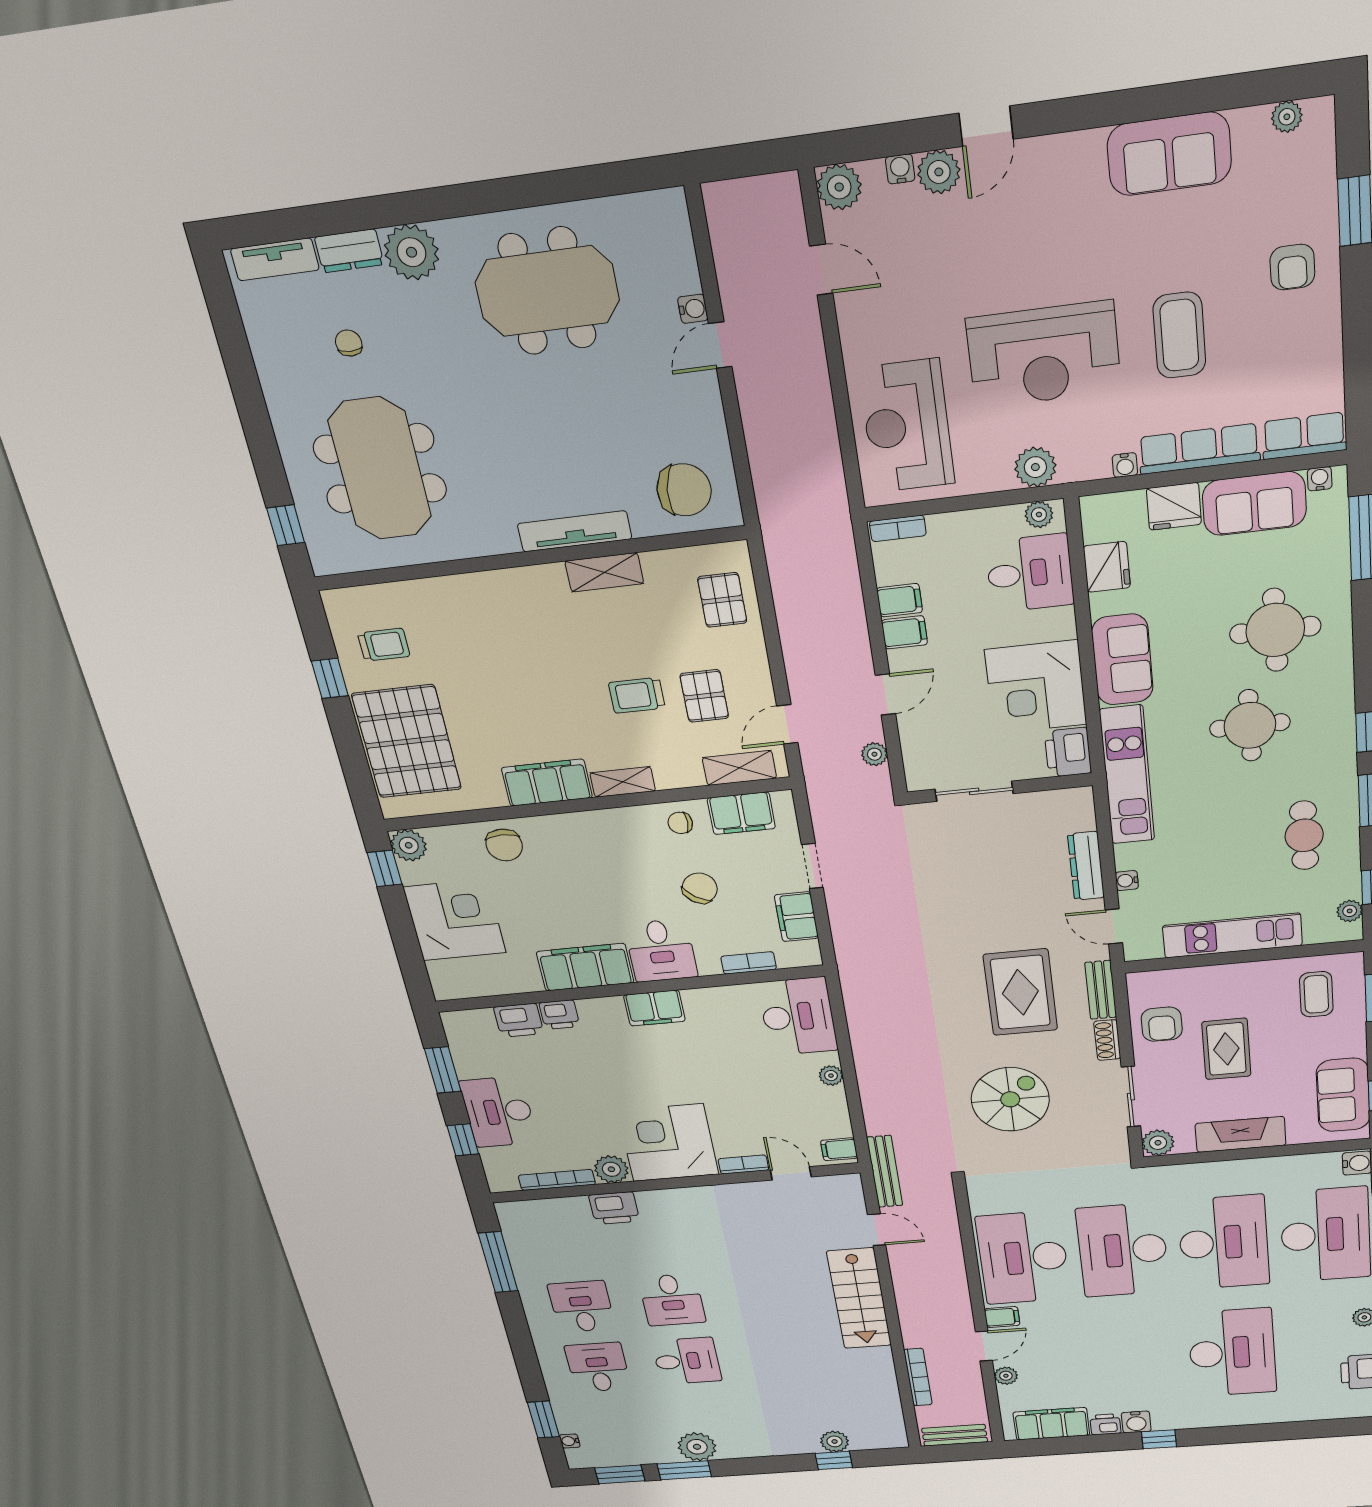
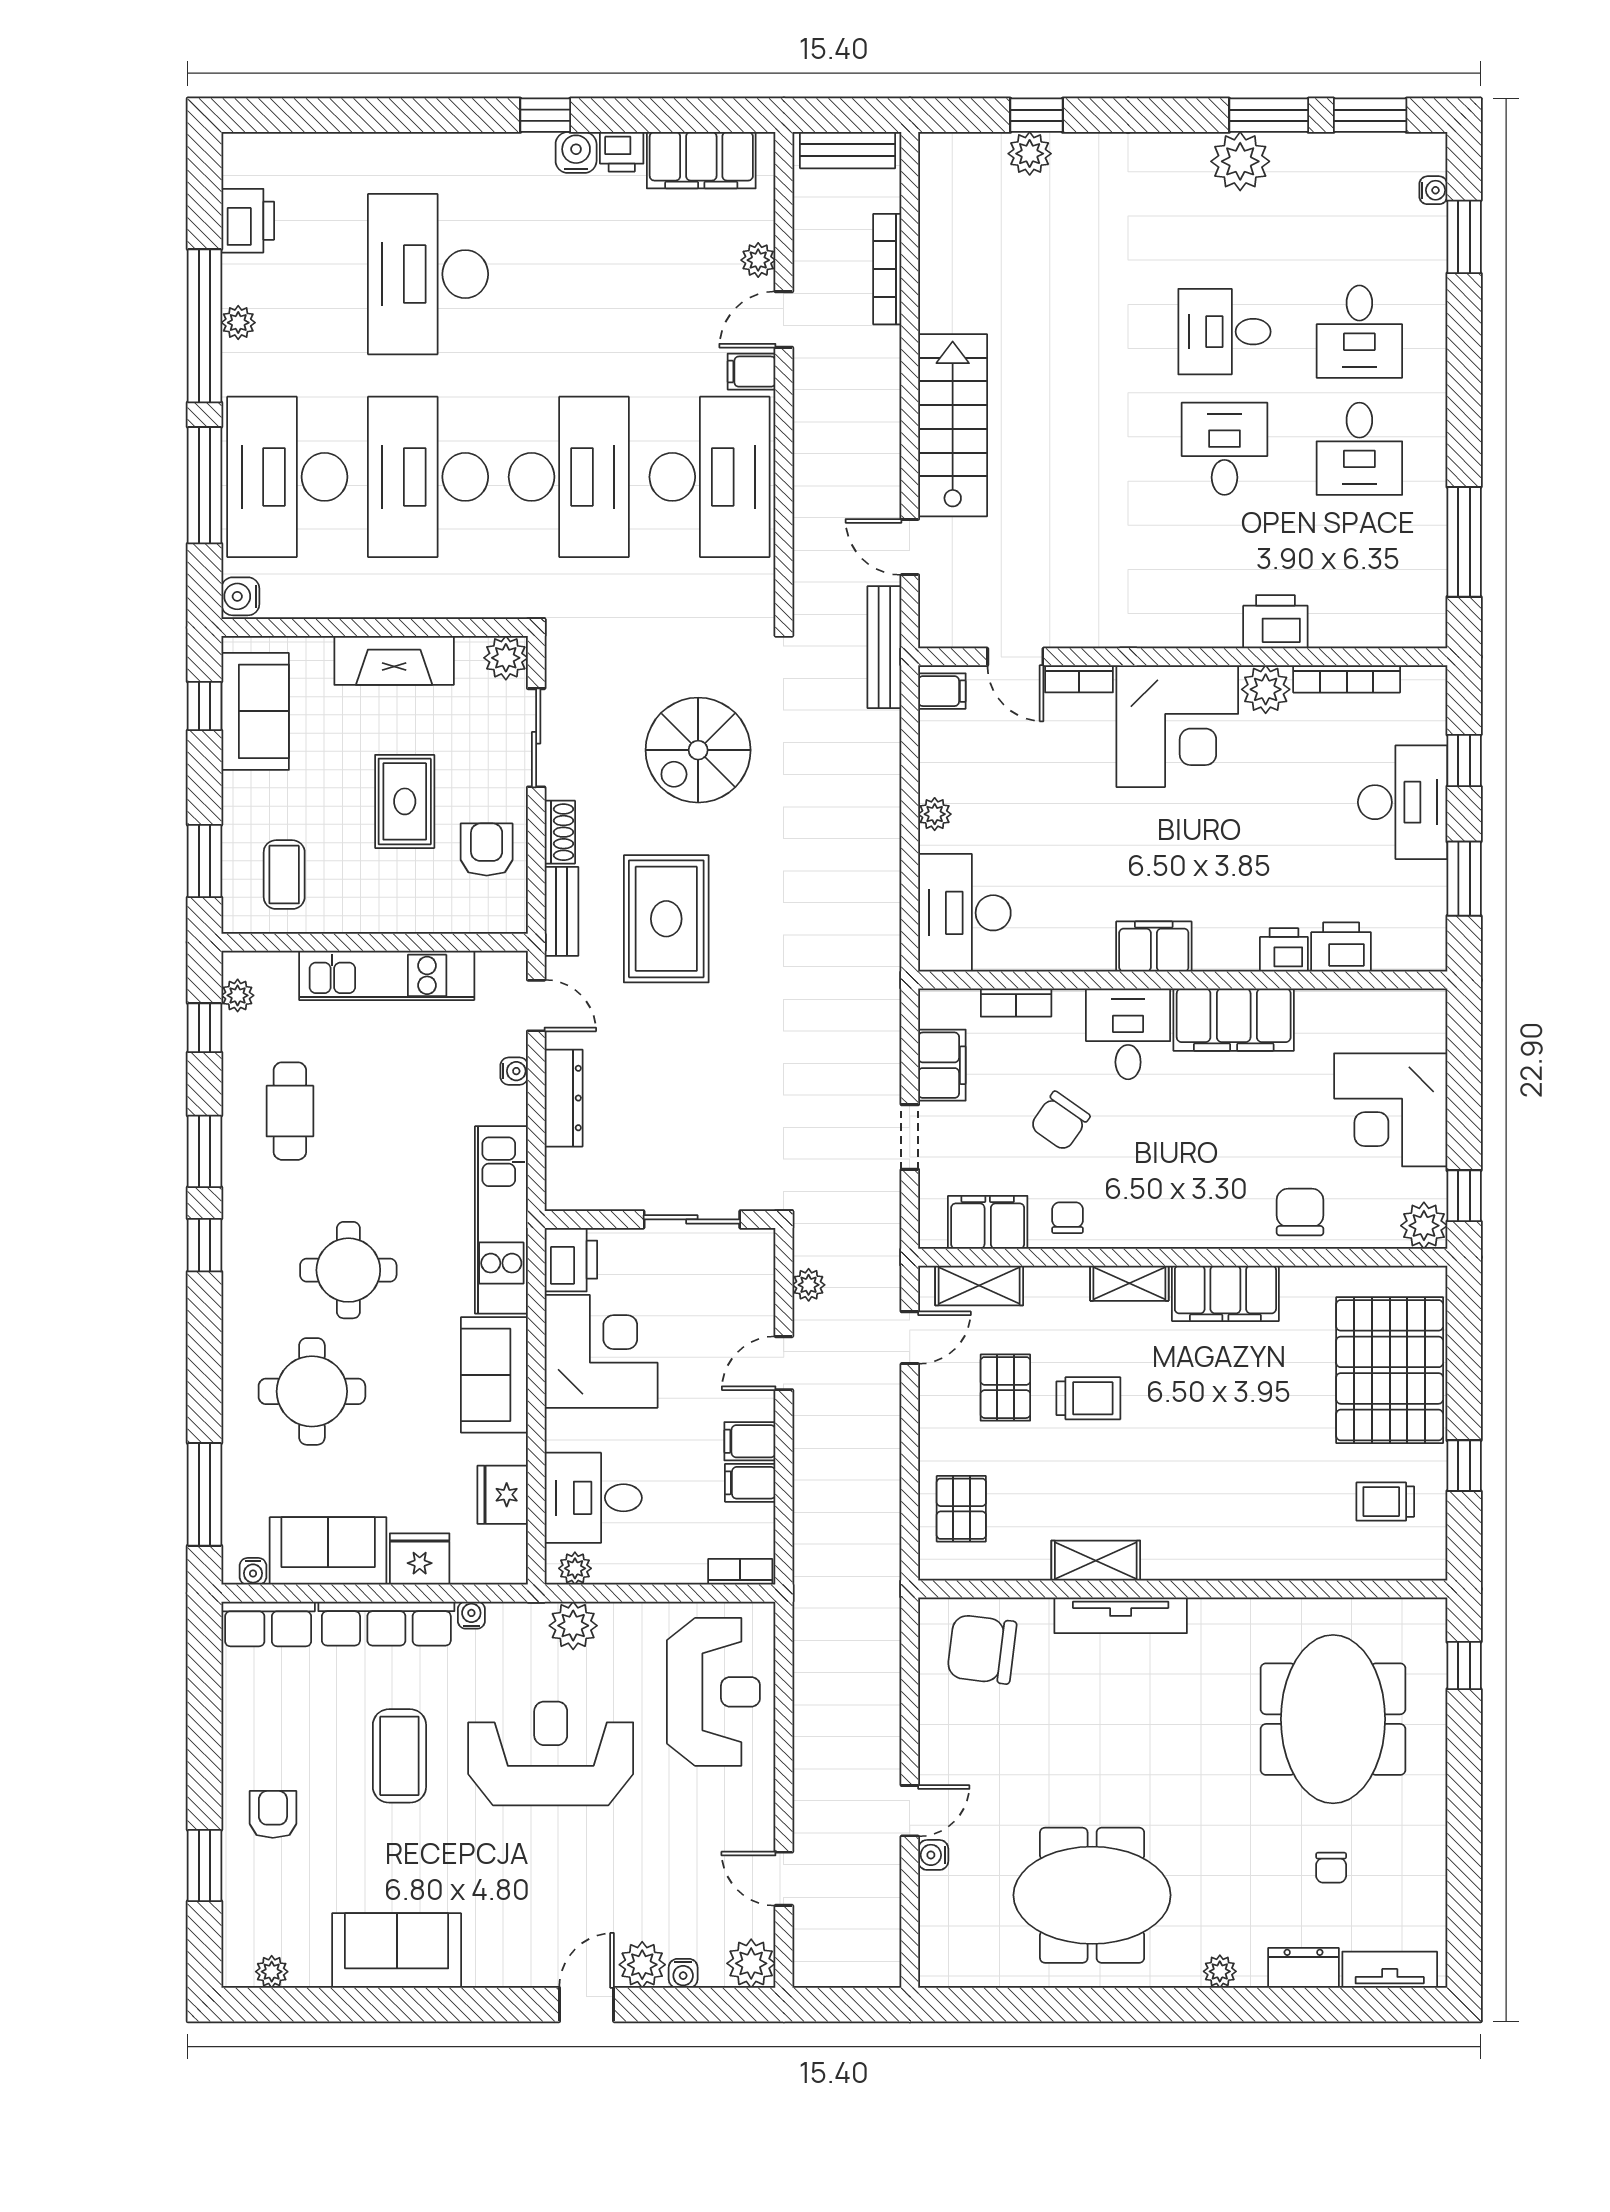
plant: (412, 252) -> (1220, 1971), width x0.53, depth x0.53
chair: (680, 823) -> (1068, 1218), turned -90

